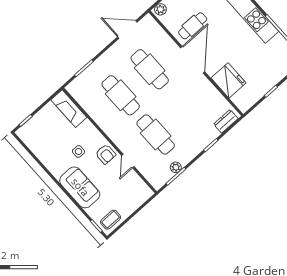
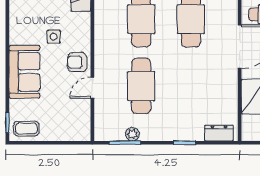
armchair: (106, 154) -> (77, 62), turned 90

